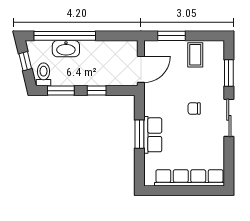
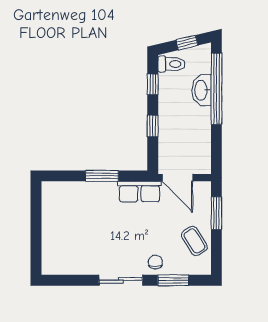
coffee table: (195, 55) -> (194, 241), turned 58
window: (61, 91) -> (153, 84), width x0.67
chair: (194, 109) -> (155, 262), moved
row of seats: (153, 135) -> (139, 192), moved
row of seats: (189, 178) -> (51, 234), removed

